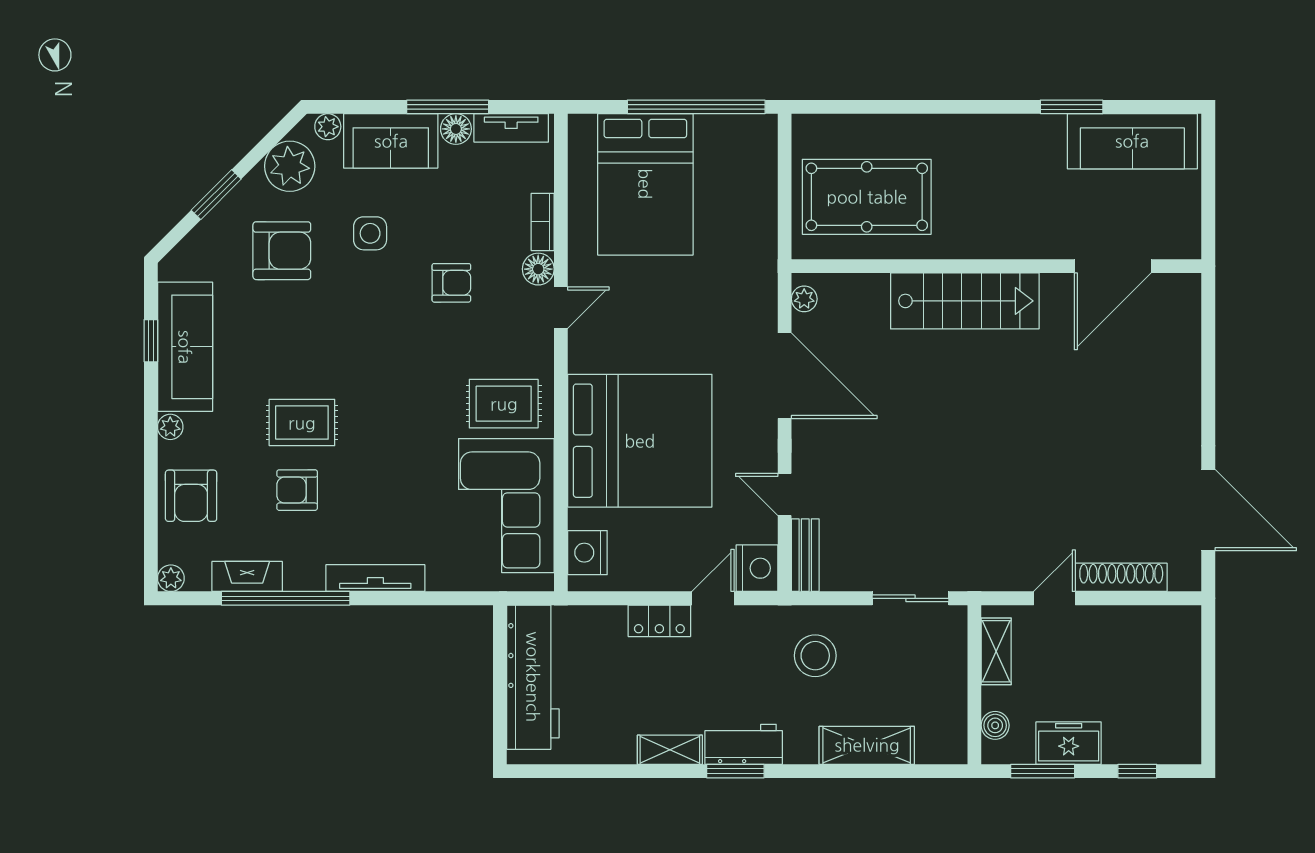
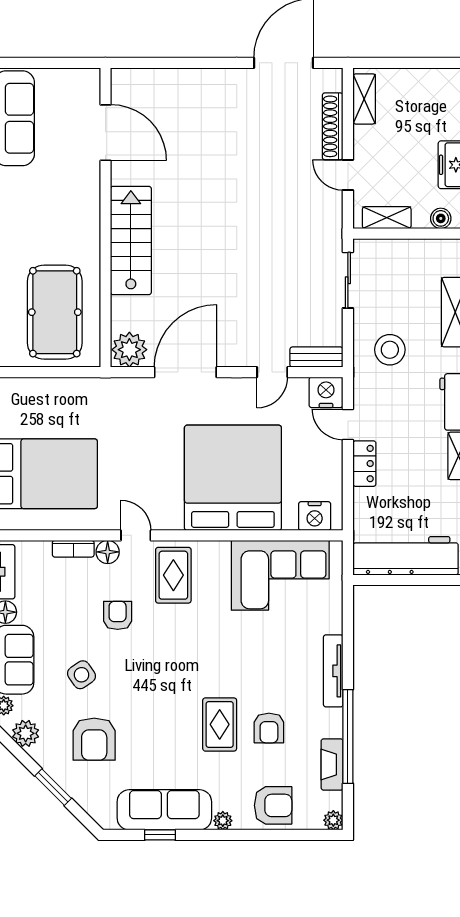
plant: (290, 166) -> (26, 733), width x0.73, depth x0.73
side table: (370, 233) -> (81, 675), turned -35
armchair: (282, 251) -> (94, 739), turned 180
plant: (804, 299) -> (129, 350), width x1.88, depth x1.88
rug: (504, 404) -> (173, 575), moved
shelving: (1159, 620) -> (364, 99), added

